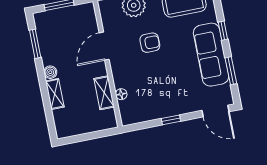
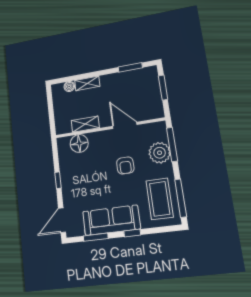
boiler: (50, 72) -> (69, 86), moved
floor lamp: (121, 94) -> (79, 143), width x1.89, depth x1.89

